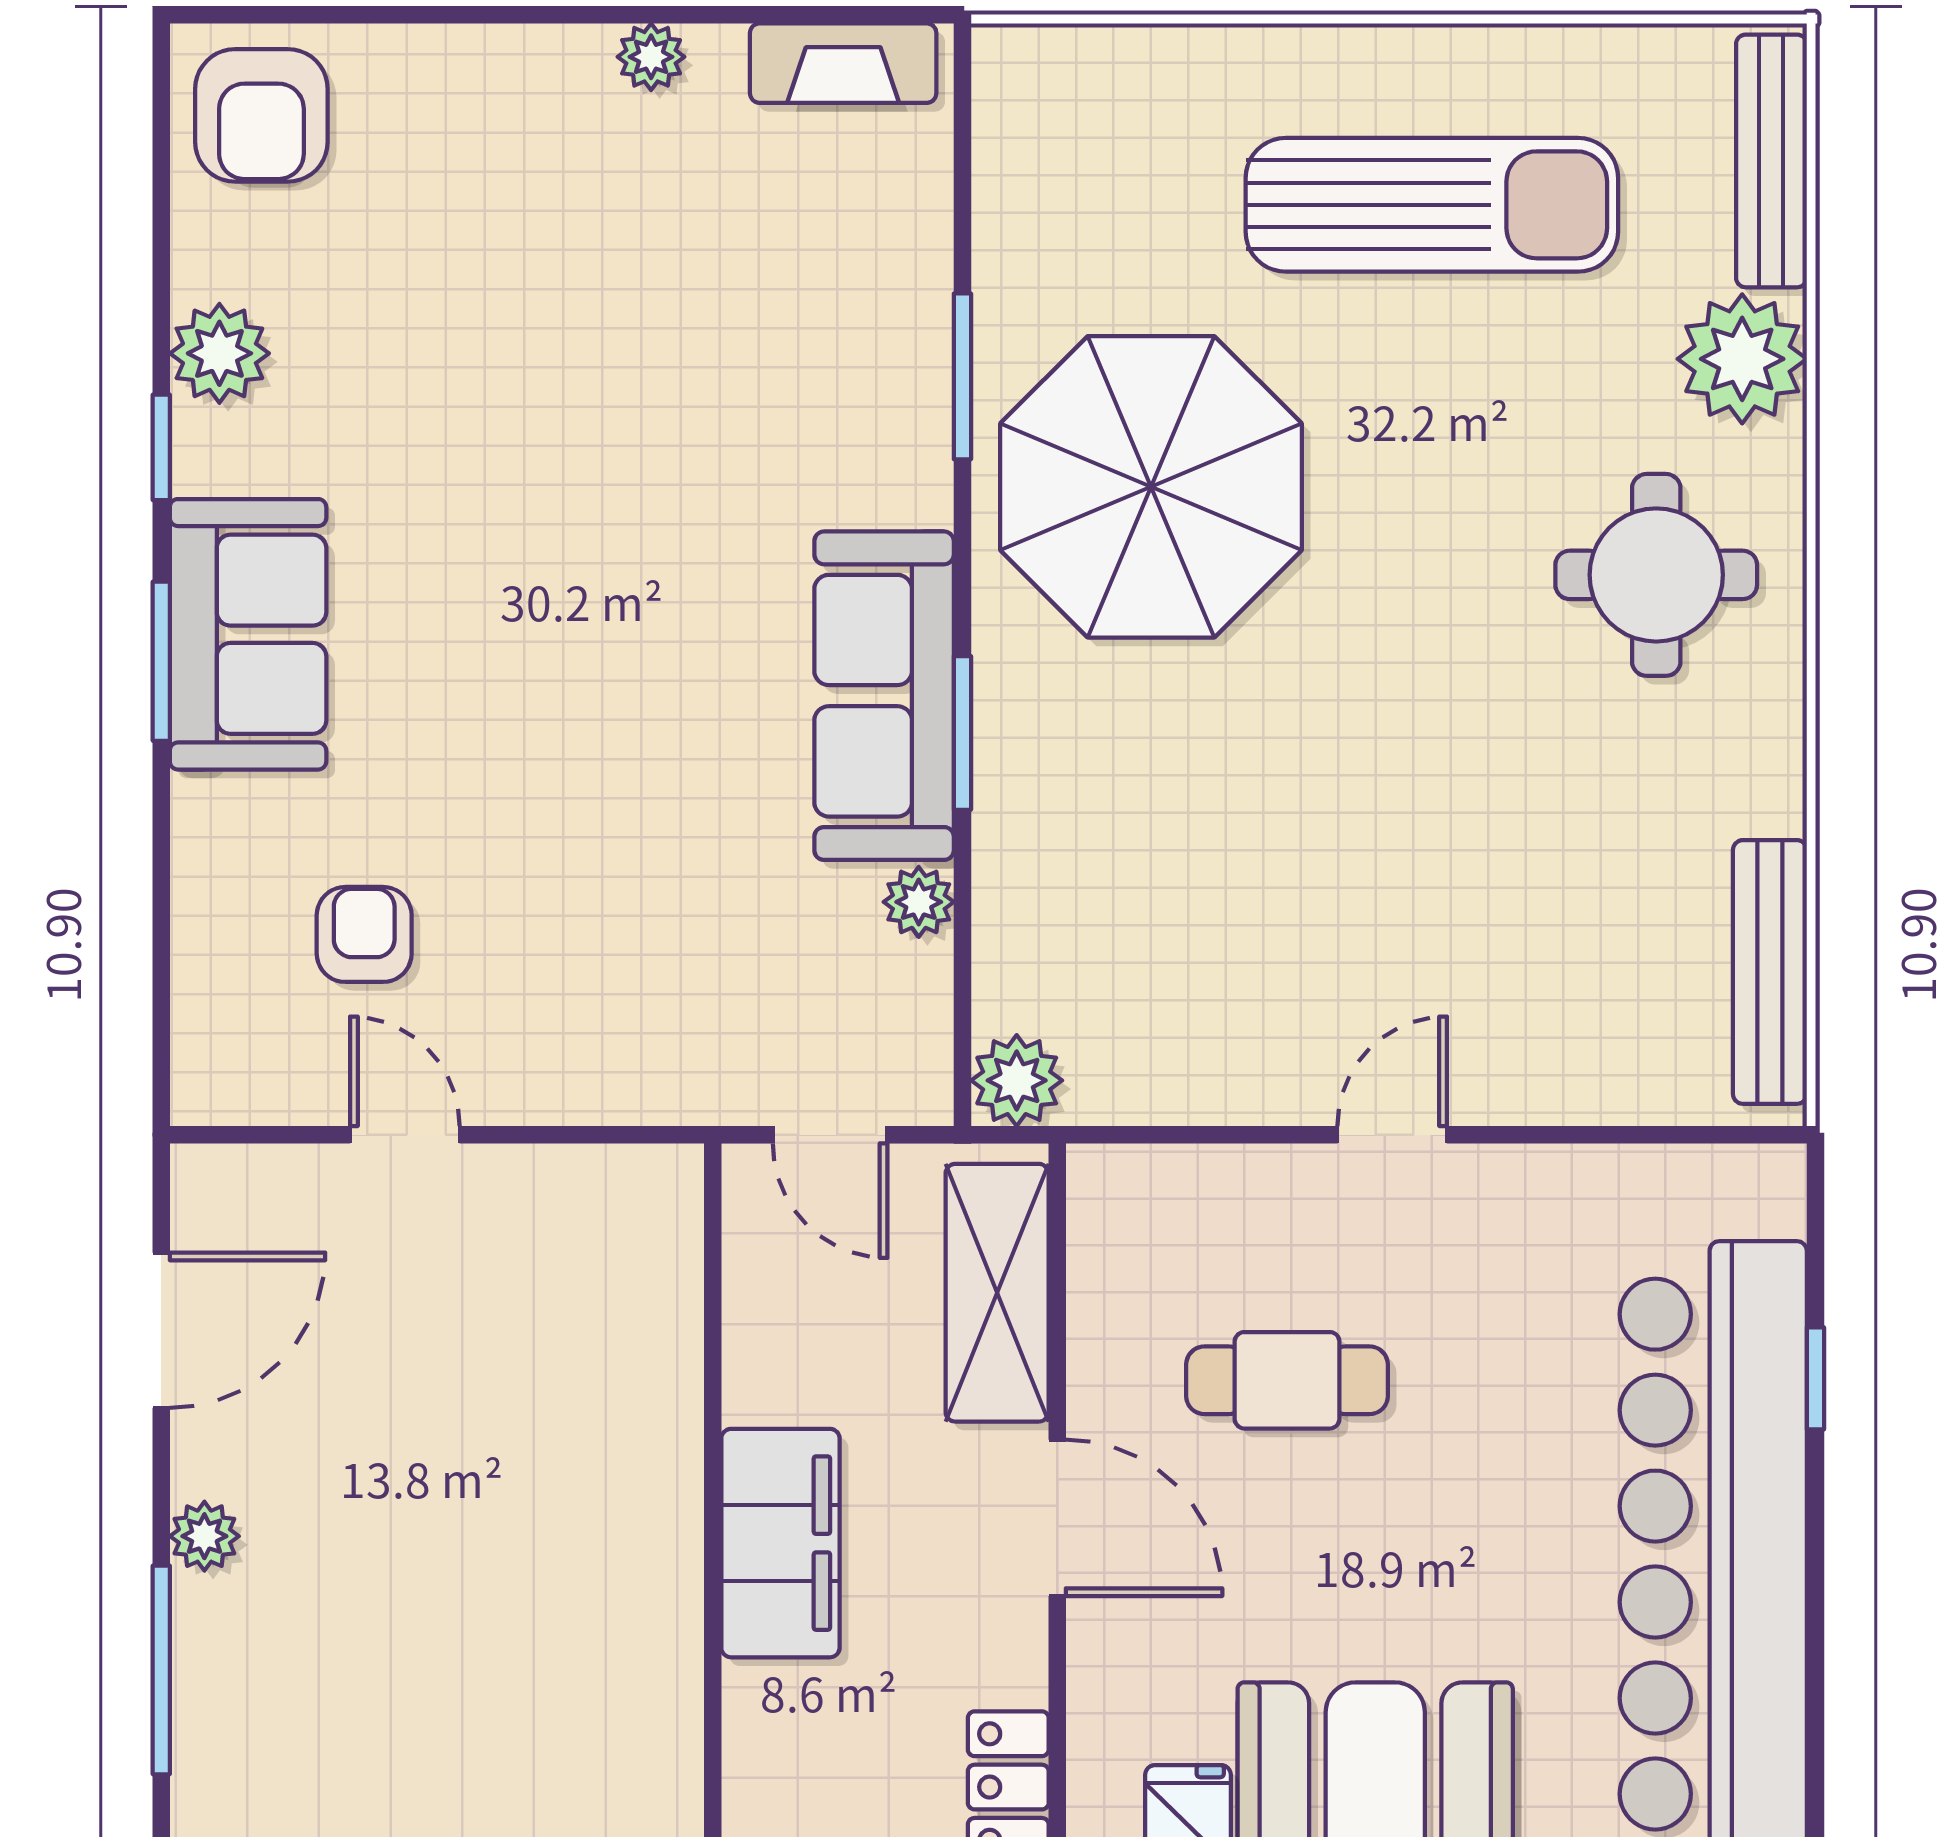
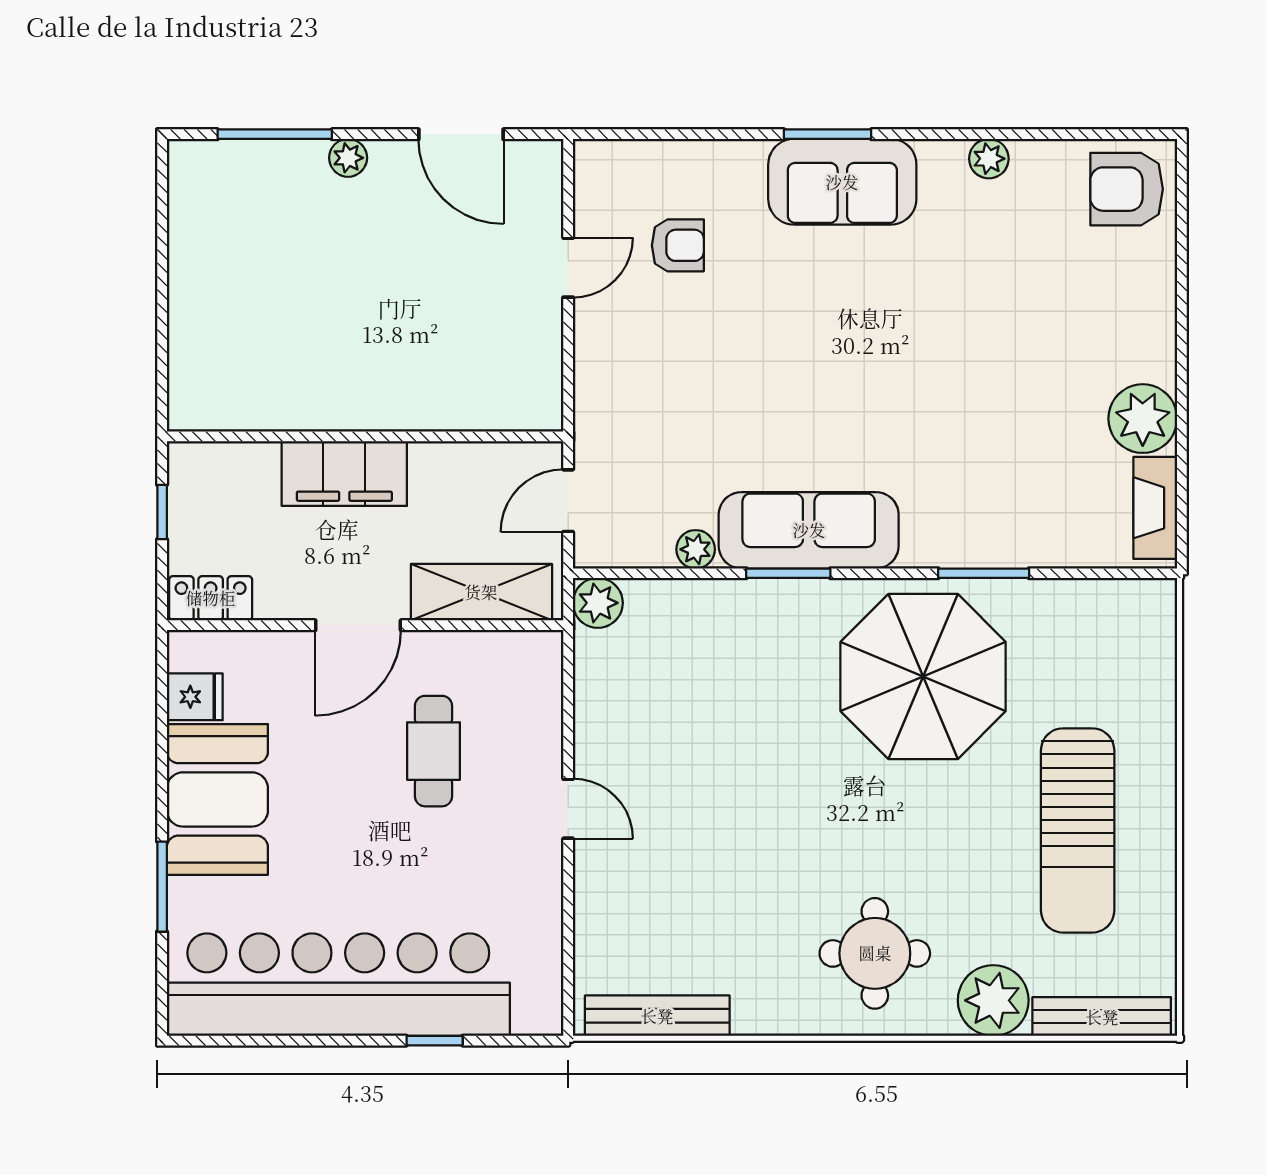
plant: (651, 57) -> (1143, 419), width x1.88, depth x1.88
plant: (219, 353) -> (989, 159), width x0.73, depth x0.73
window: (161, 447) -> (945, 134), removed

